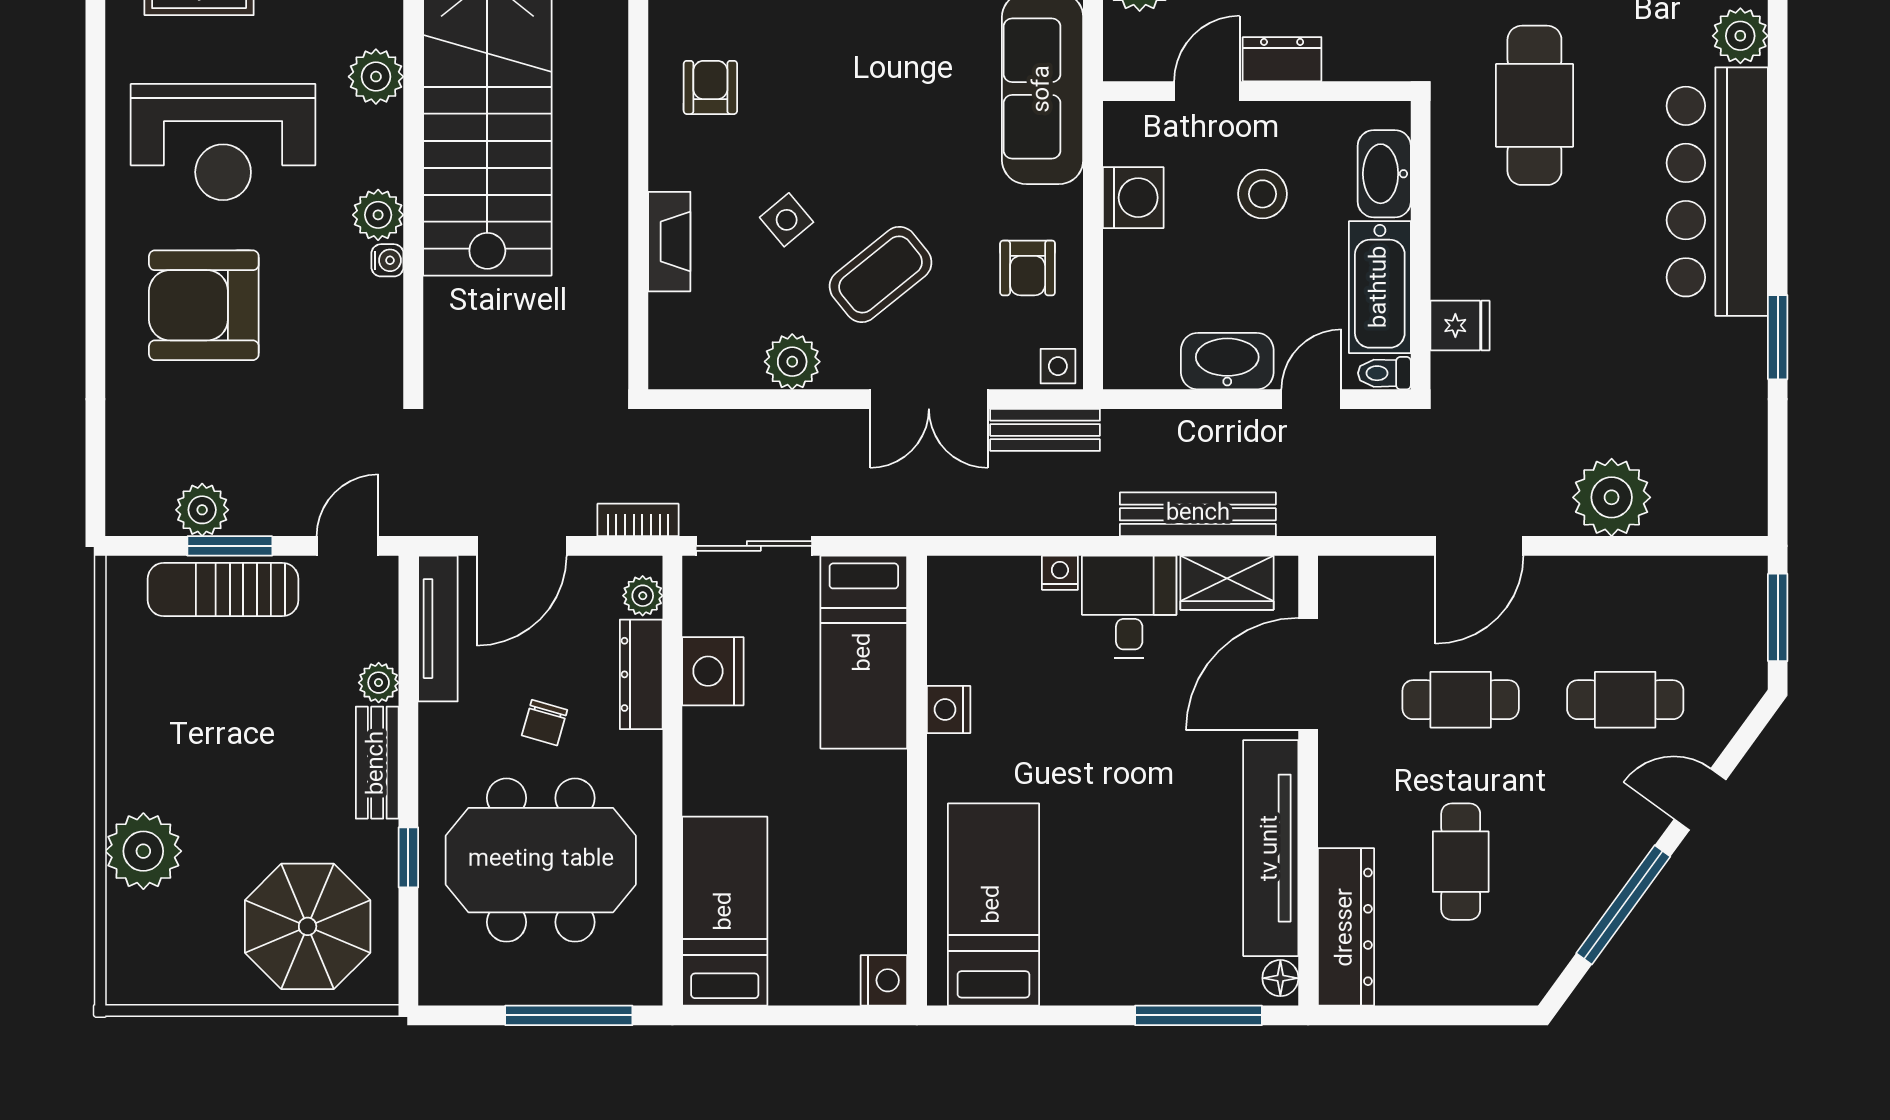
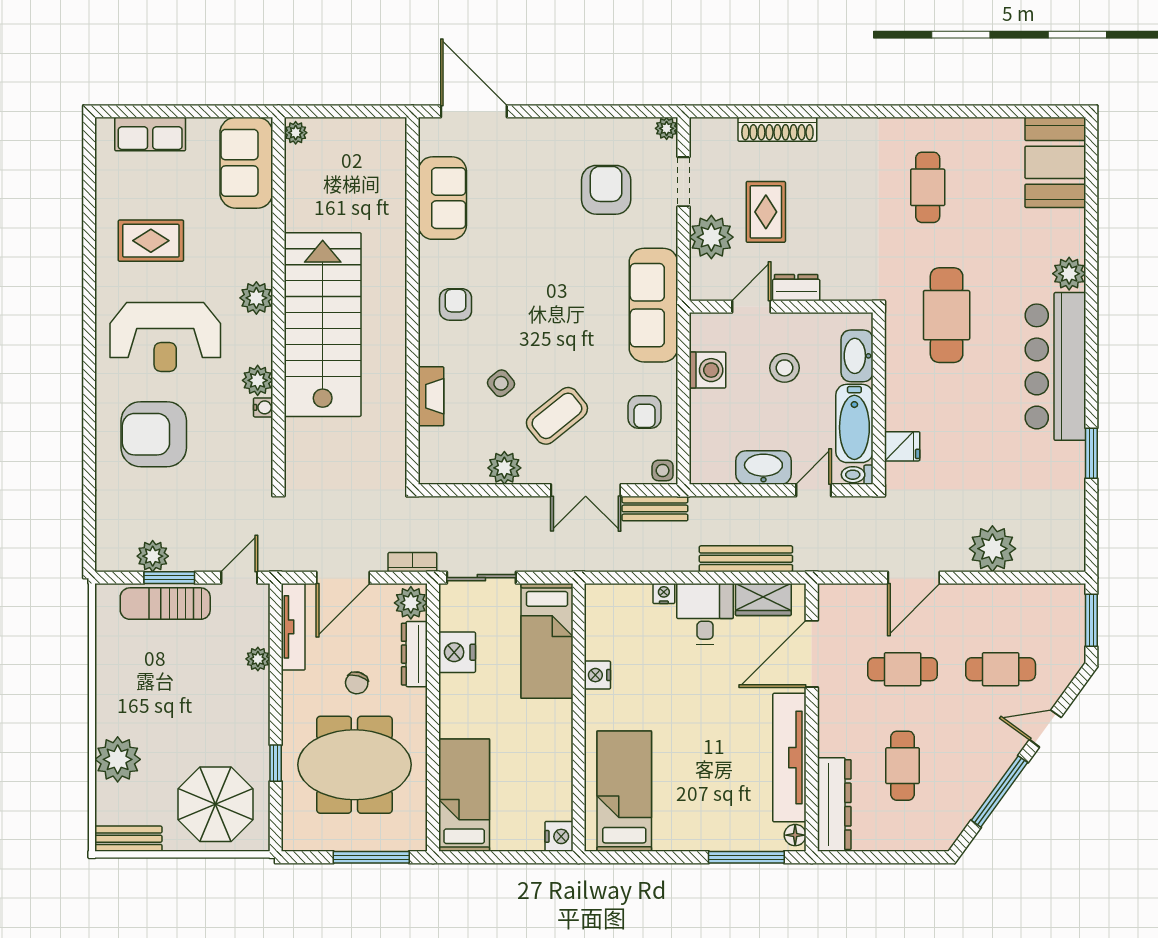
plant: (643, 596) -> (411, 603), width x1.38, depth x1.38
bench: (377, 763) -> (128, 839), moved, turned 90

